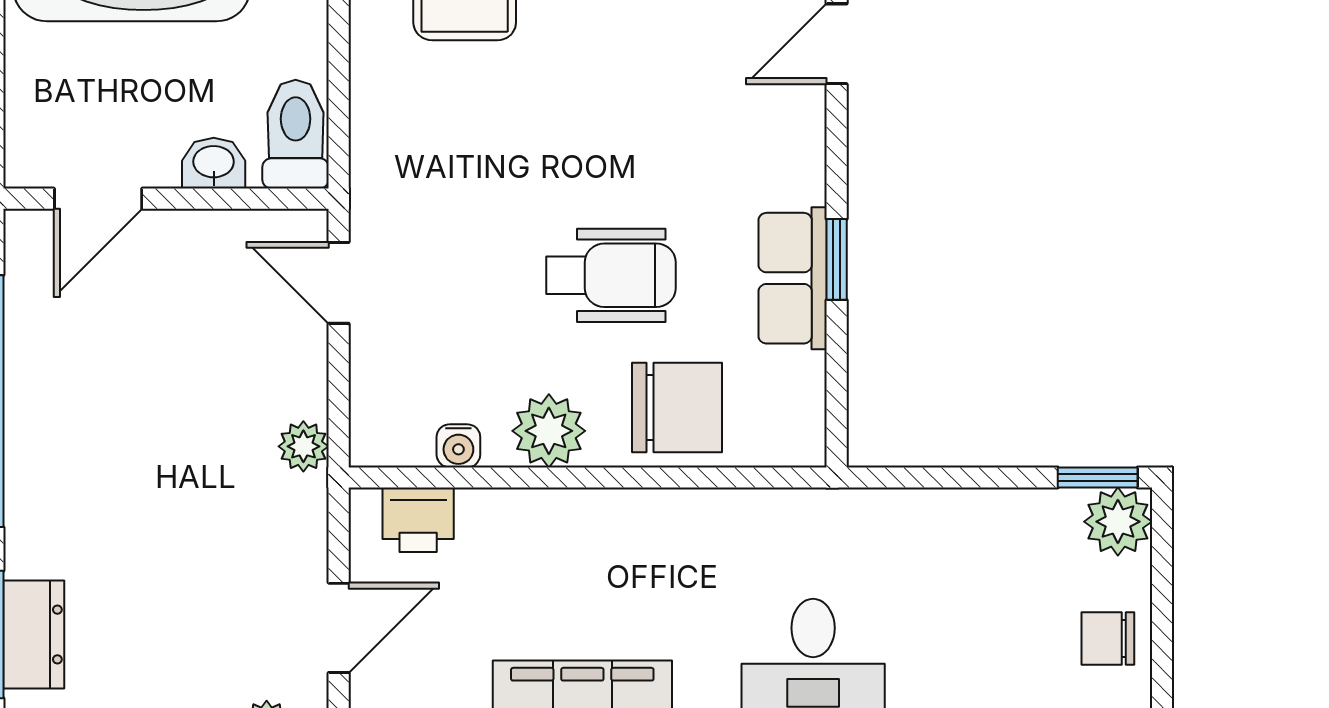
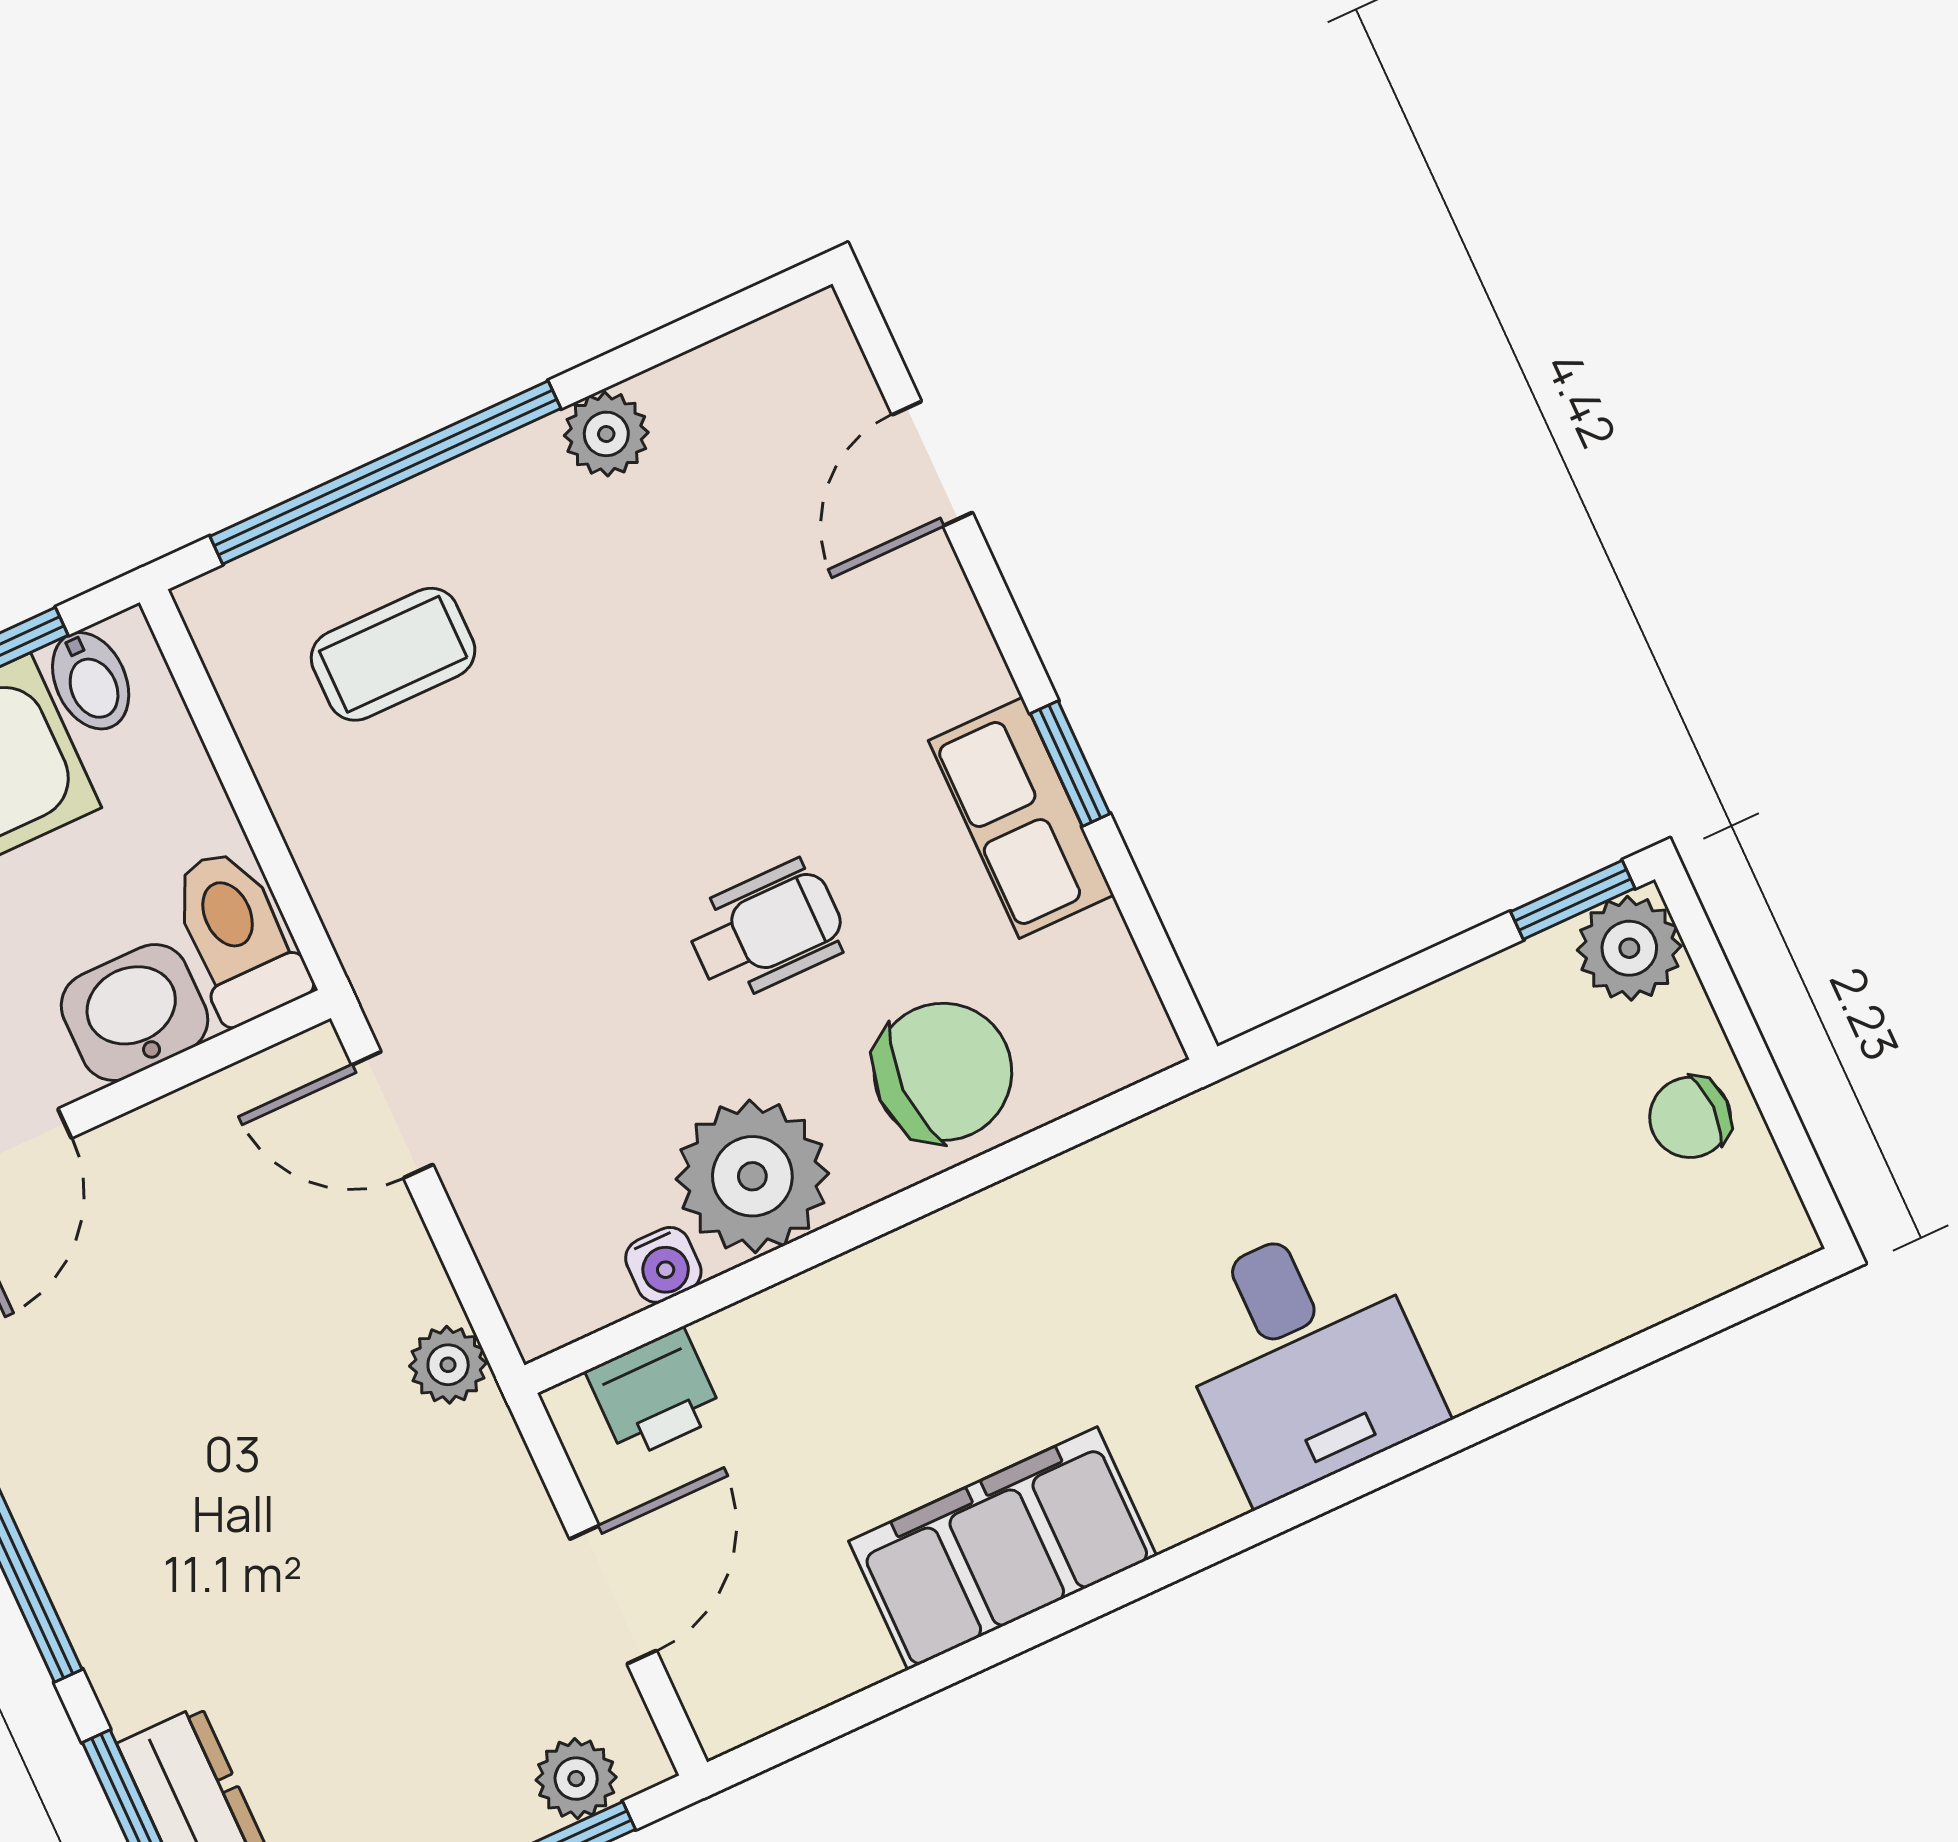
washbasin: (214, 163) -> (135, 1013), width x1.38, depth x1.45
wheelchair: (611, 275) -> (766, 930), width x0.73, depth x0.73
plant: (549, 431) -> (752, 1176), width x1.36, depth x1.36

